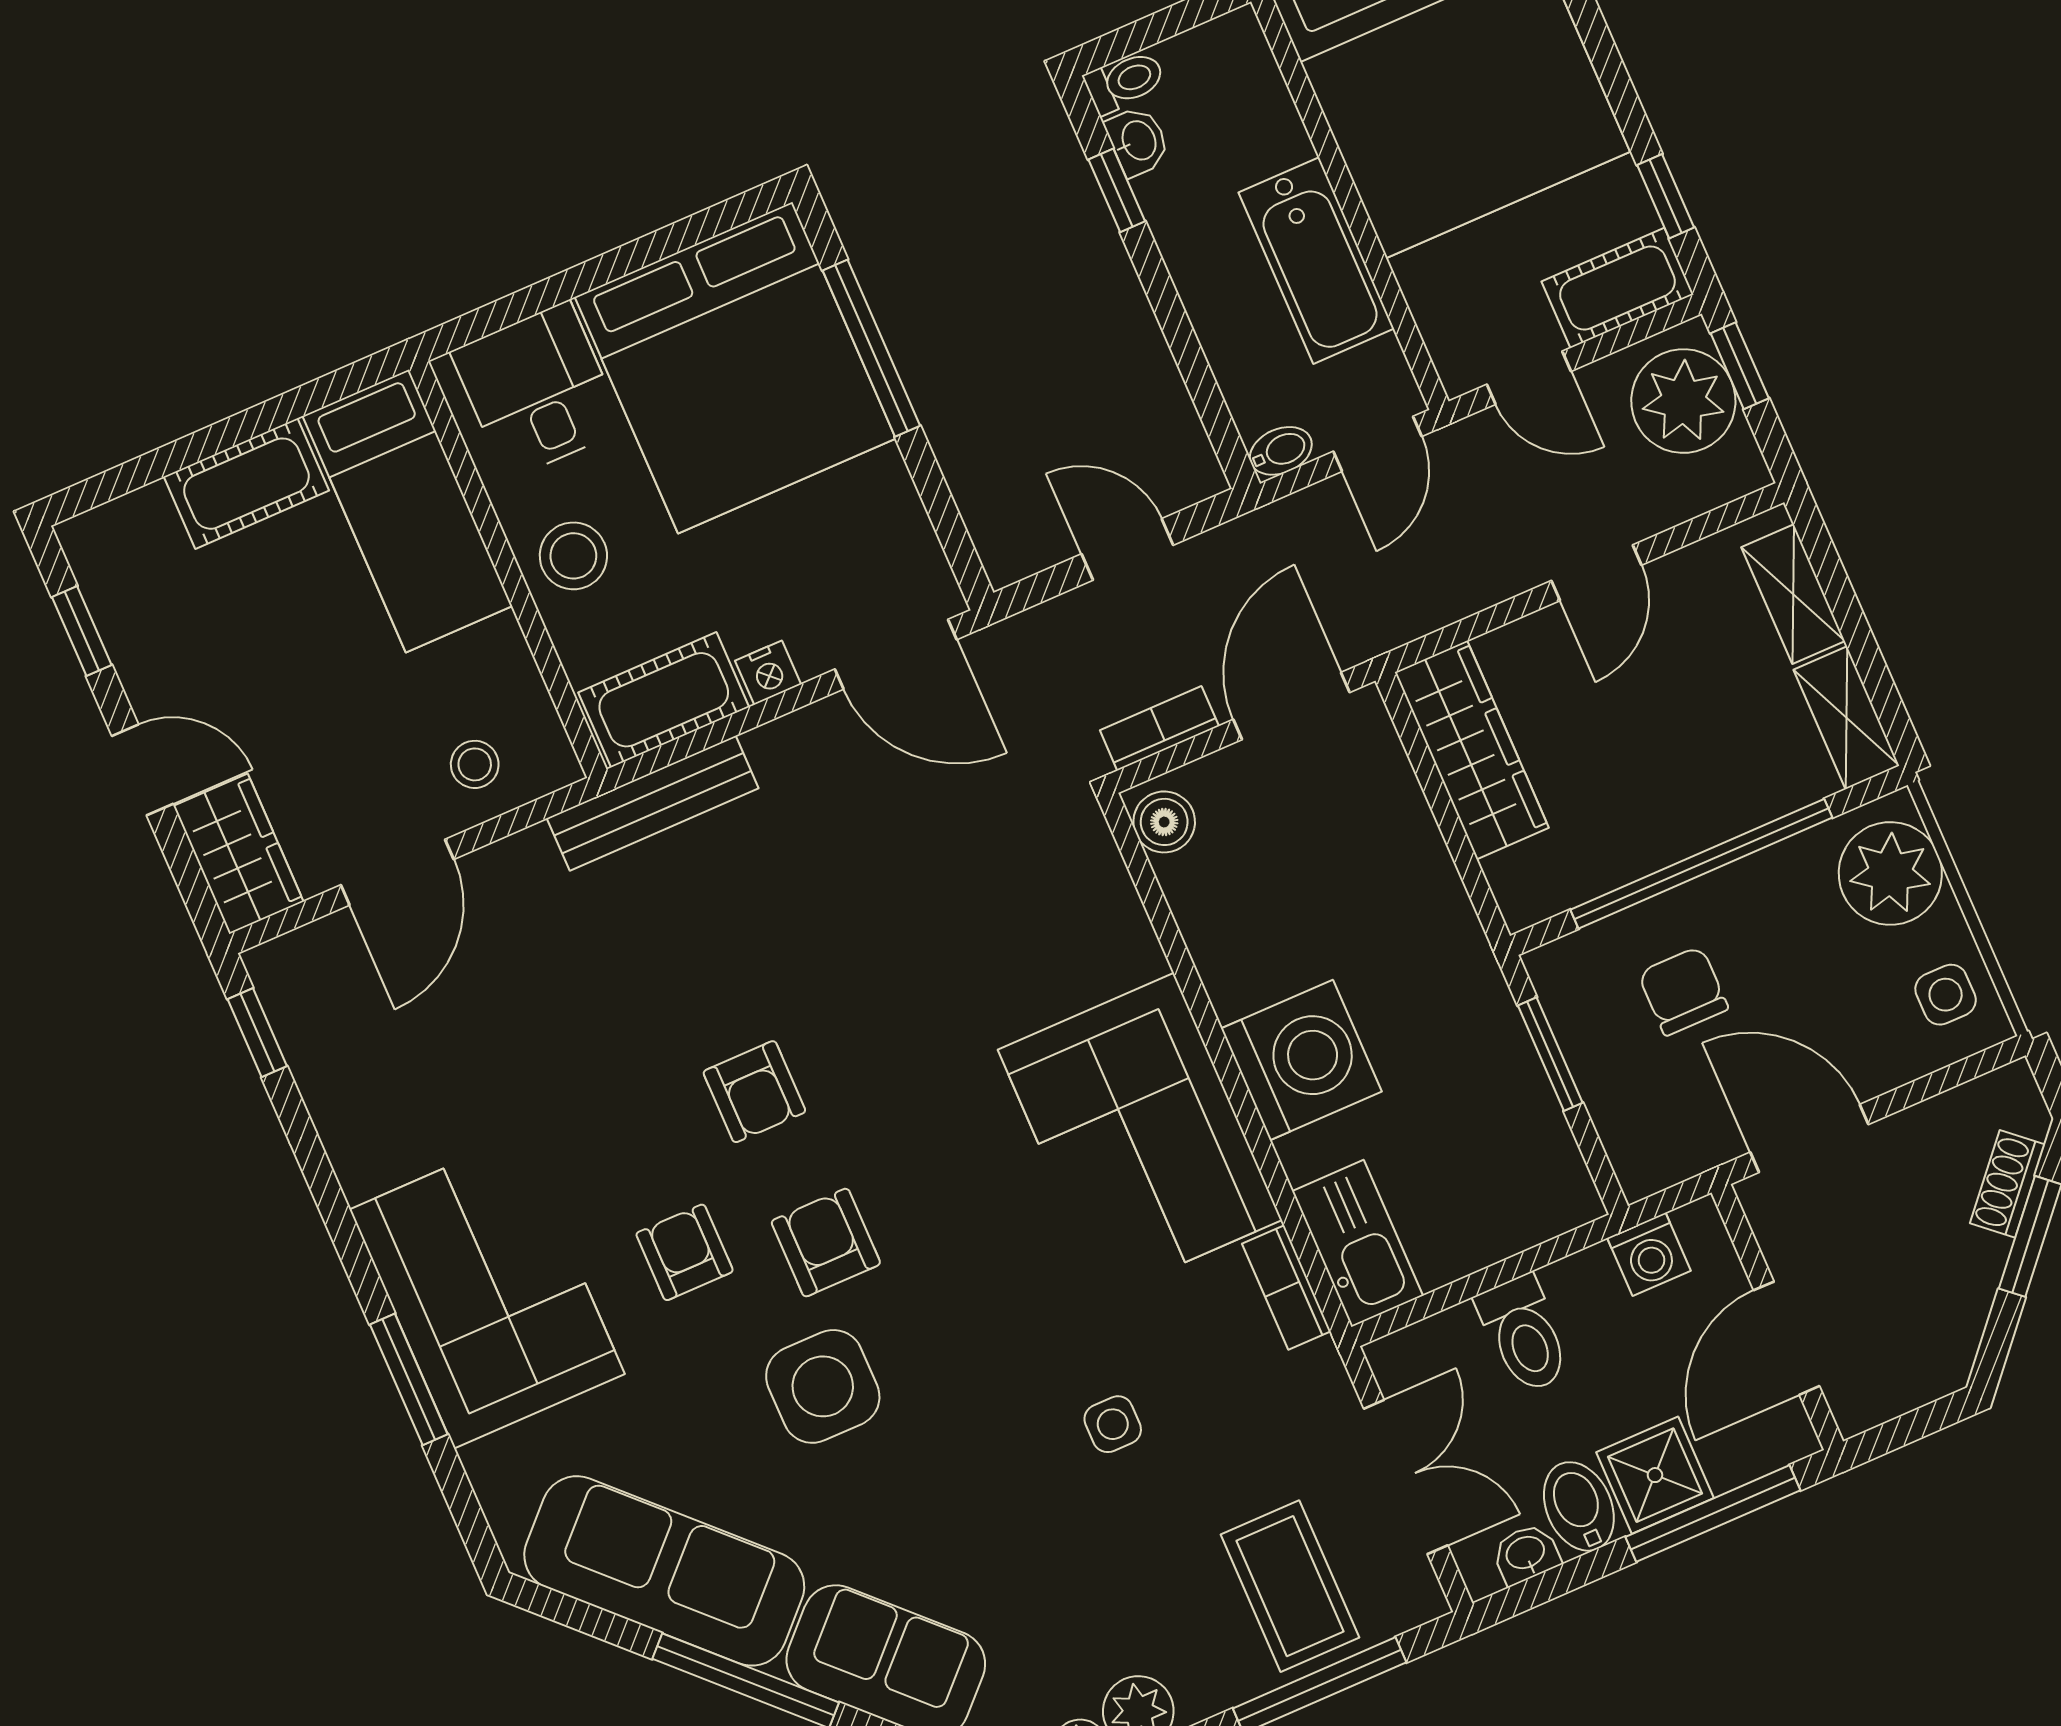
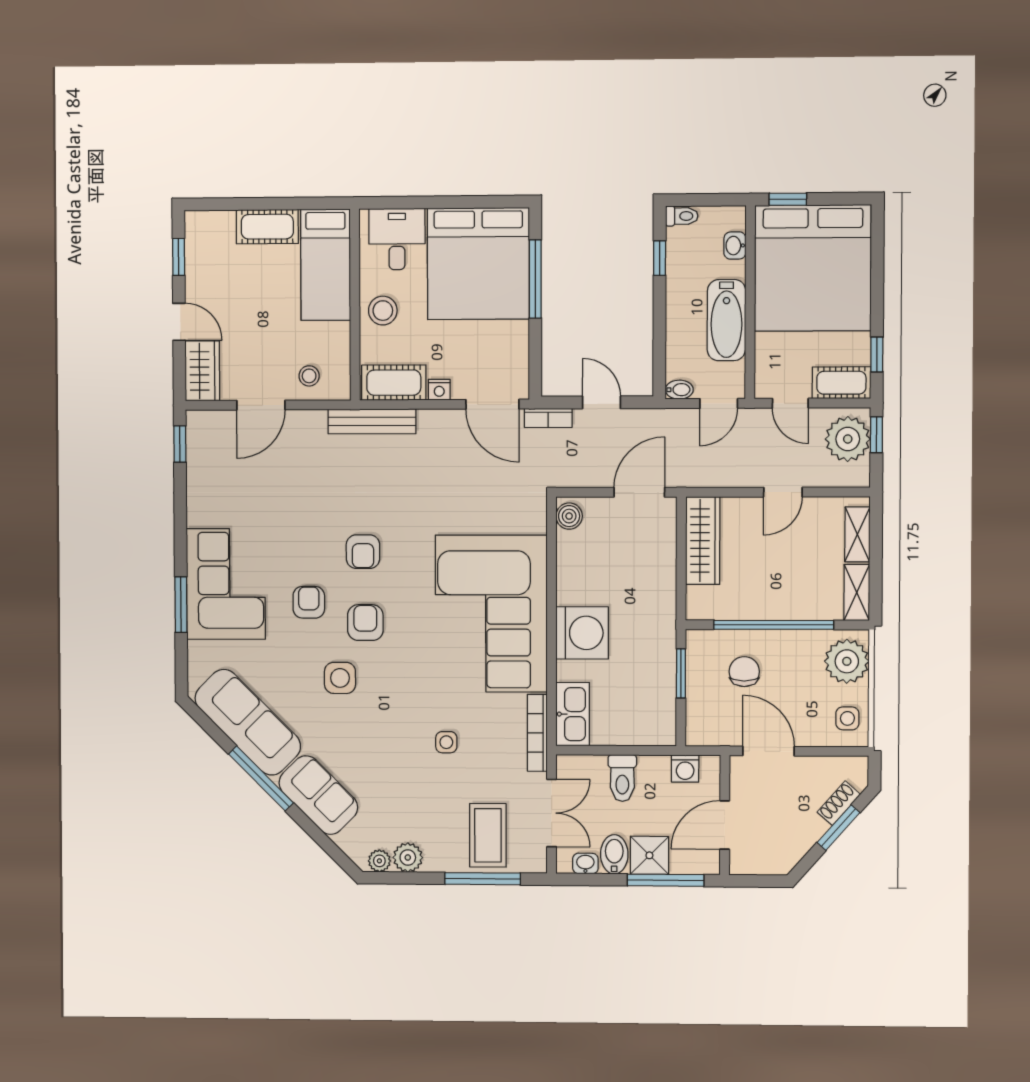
washbasin: (1138, 141) -> (735, 246), moved, turned 180
bookcase: (1159, 728) -> (548, 418), moved, turned 180
corner sofa: (1140, 1135) -> (491, 614), width x1.36, depth x1.36
bookcase: (1286, 1287) -> (537, 733), width x1.56
side table: (823, 1386) -> (340, 678), width x0.73, depth x0.73

